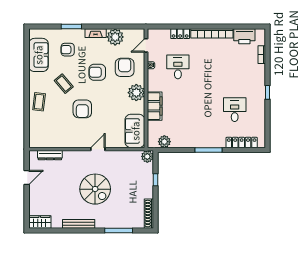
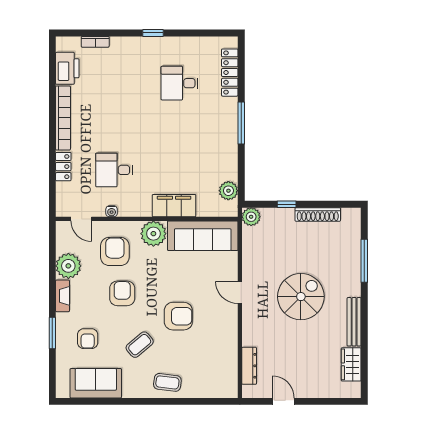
armchair: (125, 67) -> (115, 251), turned 90
armchair: (97, 72) -> (122, 293), turned 180
sofa: (135, 131) -> (203, 236), width x1.36
shoe rack: (149, 214) -> (318, 214), moved
wardrobe: (40, 222) -> (351, 364), moved

